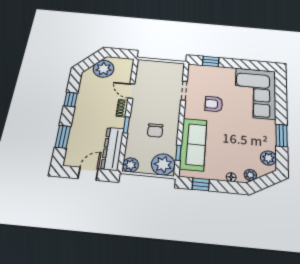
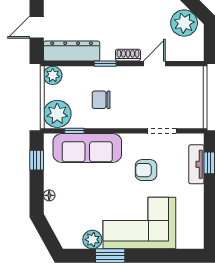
tv unit: (211, 71) -> (196, 164), added
corner sofa: (255, 93) -> (139, 223), moved
armchair: (214, 104) -> (146, 170), turned -90
plant: (268, 158) -> (92, 240), moved
door: (88, 174) -> (37, 27), swing flipped
plant: (250, 175) -> (54, 218), removed

